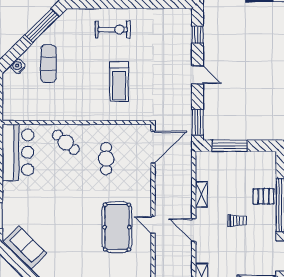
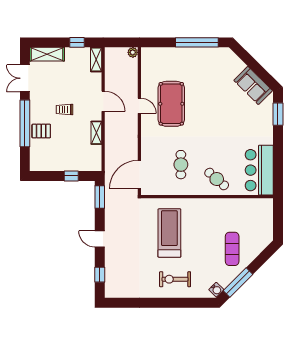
water cooler: (18, 66) -> (216, 290), moved
treadmill: (119, 82) -> (169, 233), width x1.37, depth x1.38
window: (230, 146) -> (71, 176), width x0.46

